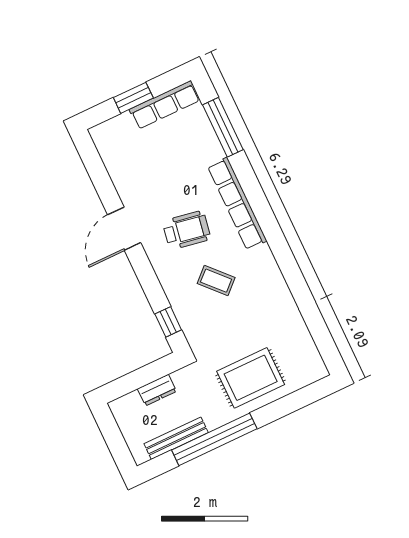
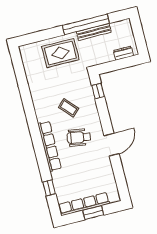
row of seats: (165, 105) -> (84, 204), width x1.36
window: (223, 127) -> (49, 188), width x0.46
dresser: (157, 390) -> (123, 53), moved
bench: (176, 438) -> (94, 32), moved

